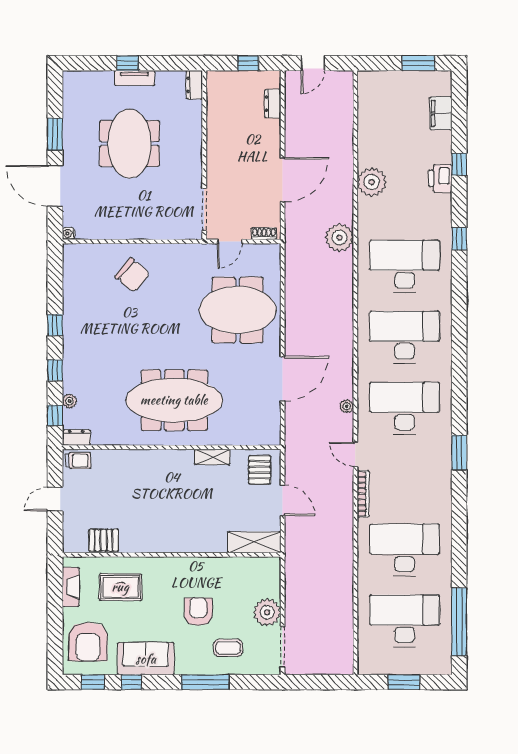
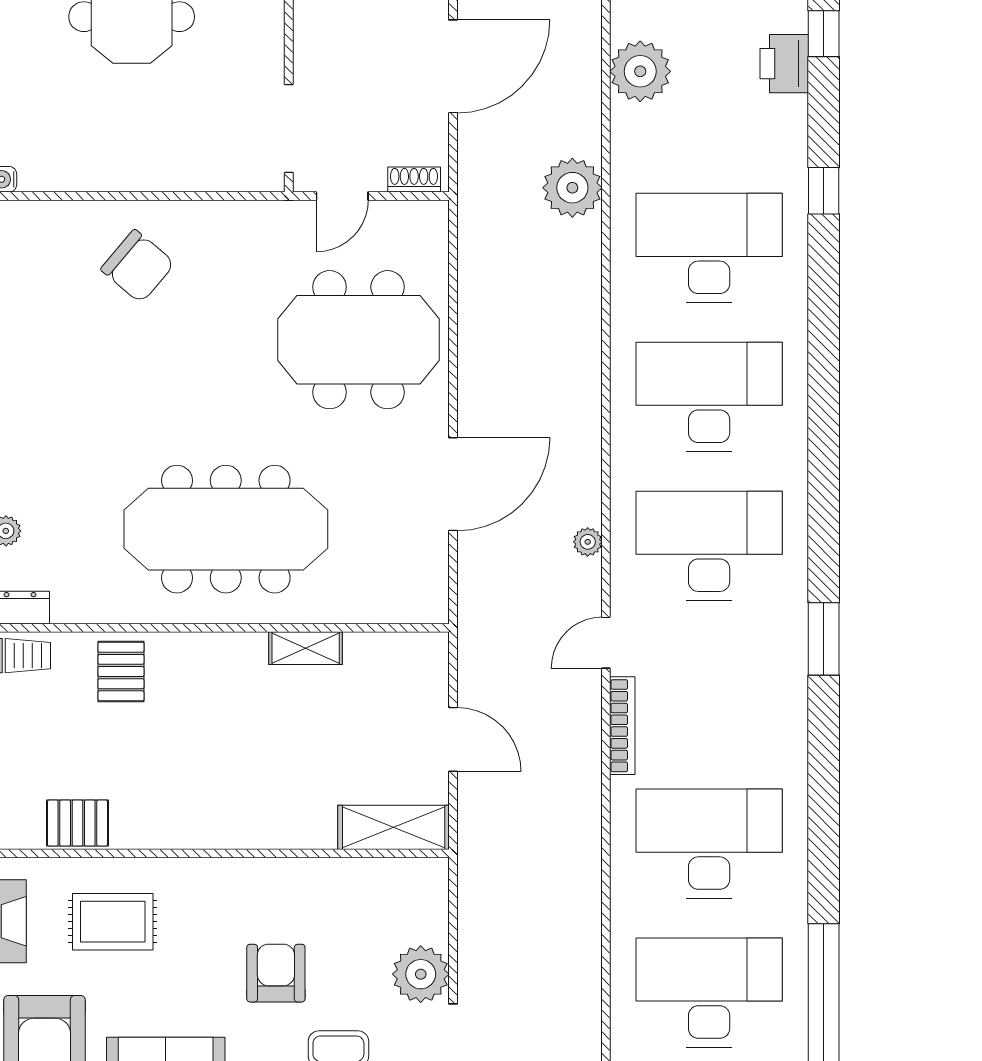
door: (355, 454) -> (606, 643), hinge flipped
pallet: (260, 470) -> (121, 672), moved

